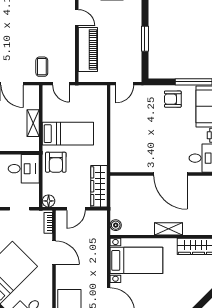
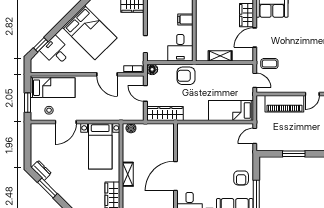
door: (61, 84) -> (255, 80), swing flipped
door: (125, 84) -> (255, 136), hinge flipped
armchair: (173, 99) -> (241, 178), turned 180
bed: (68, 134) -> (231, 110), moved, turned 90
door: (54, 253) -> (107, 74), hinge flipped

